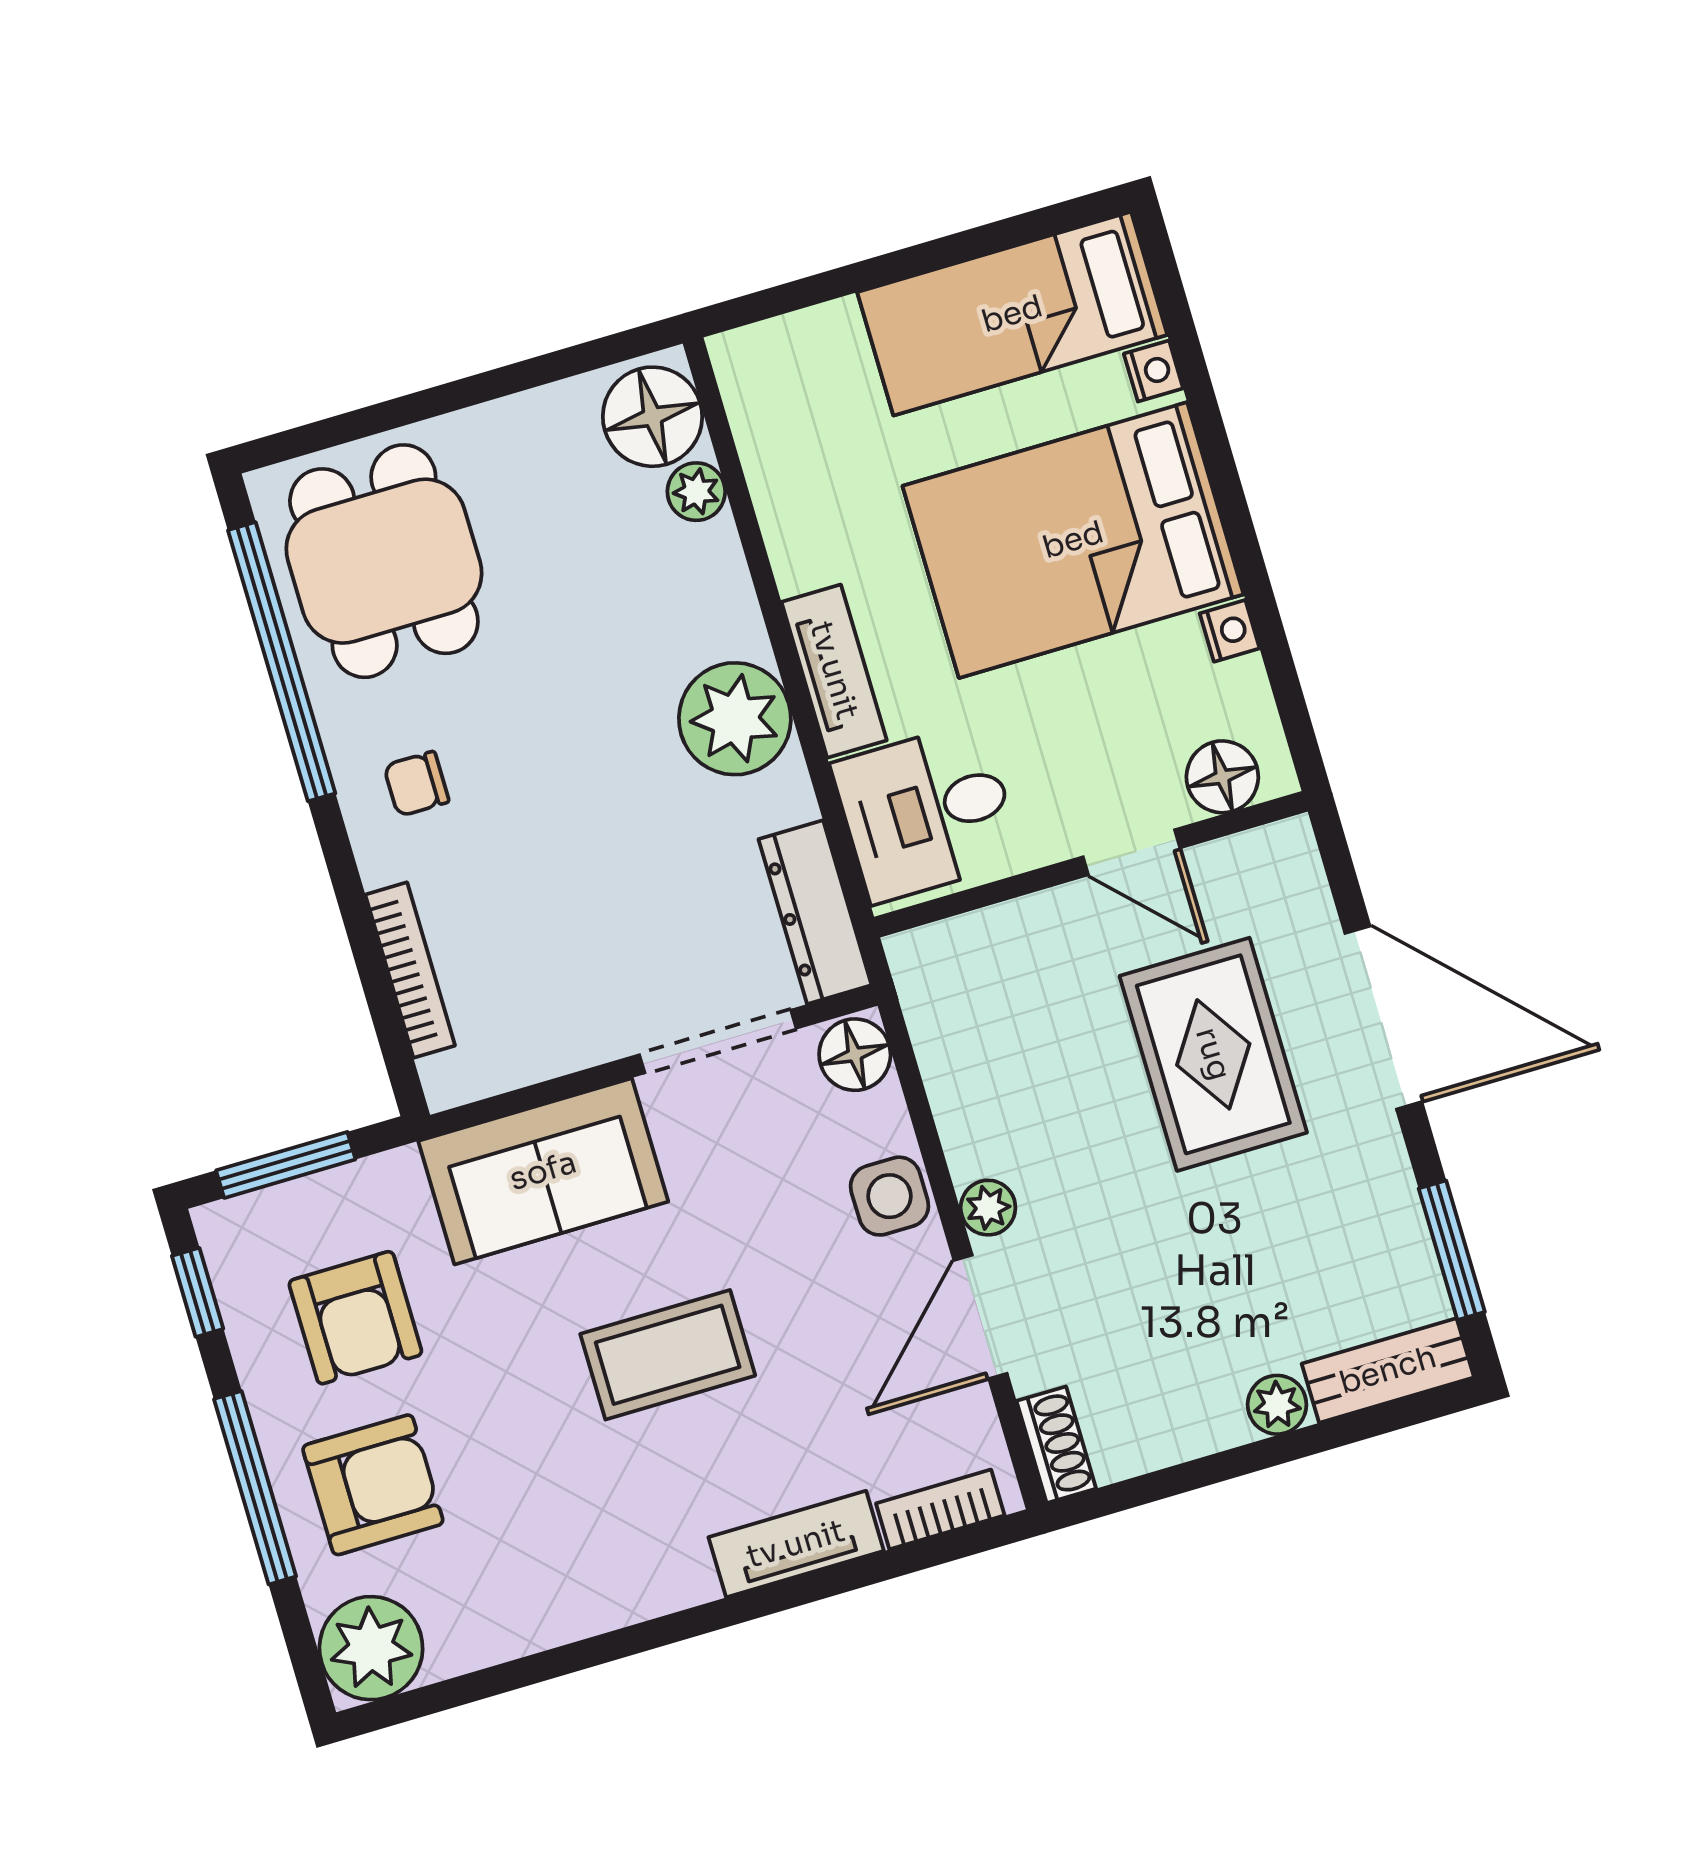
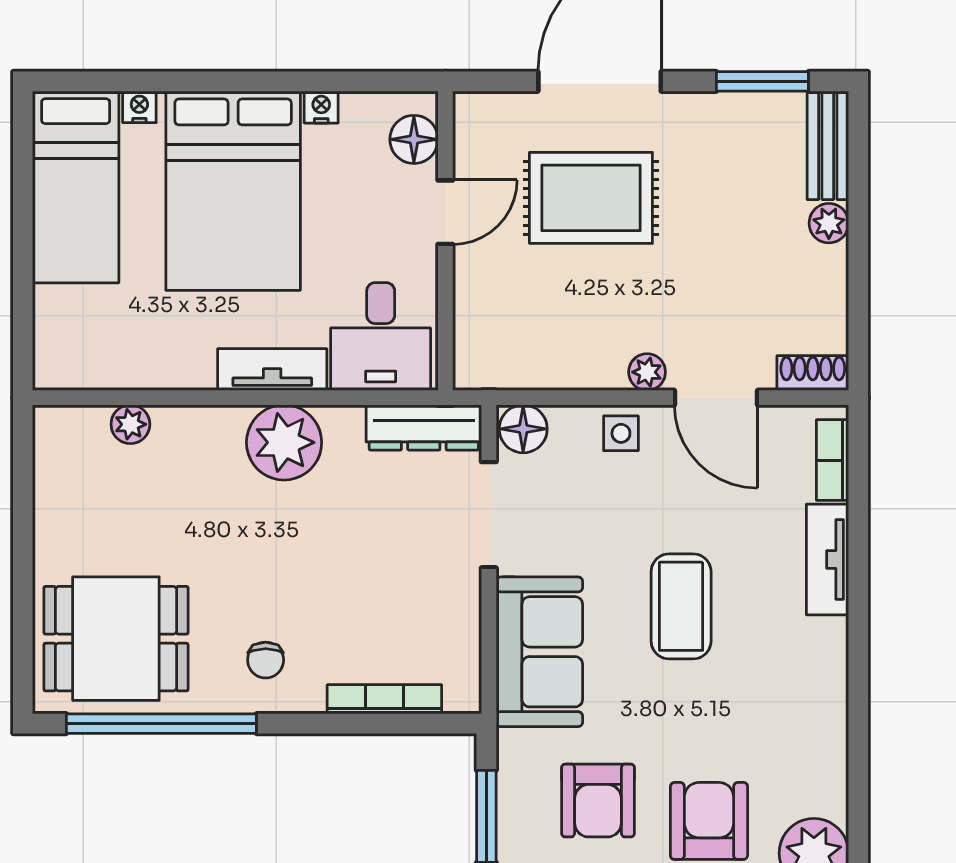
floor lamp: (652, 417) -> (74, 438), removed
side table: (890, 1196) -> (621, 433), width x0.73, depth x0.73
armchair: (355, 1318) -> (598, 801), turned 90

